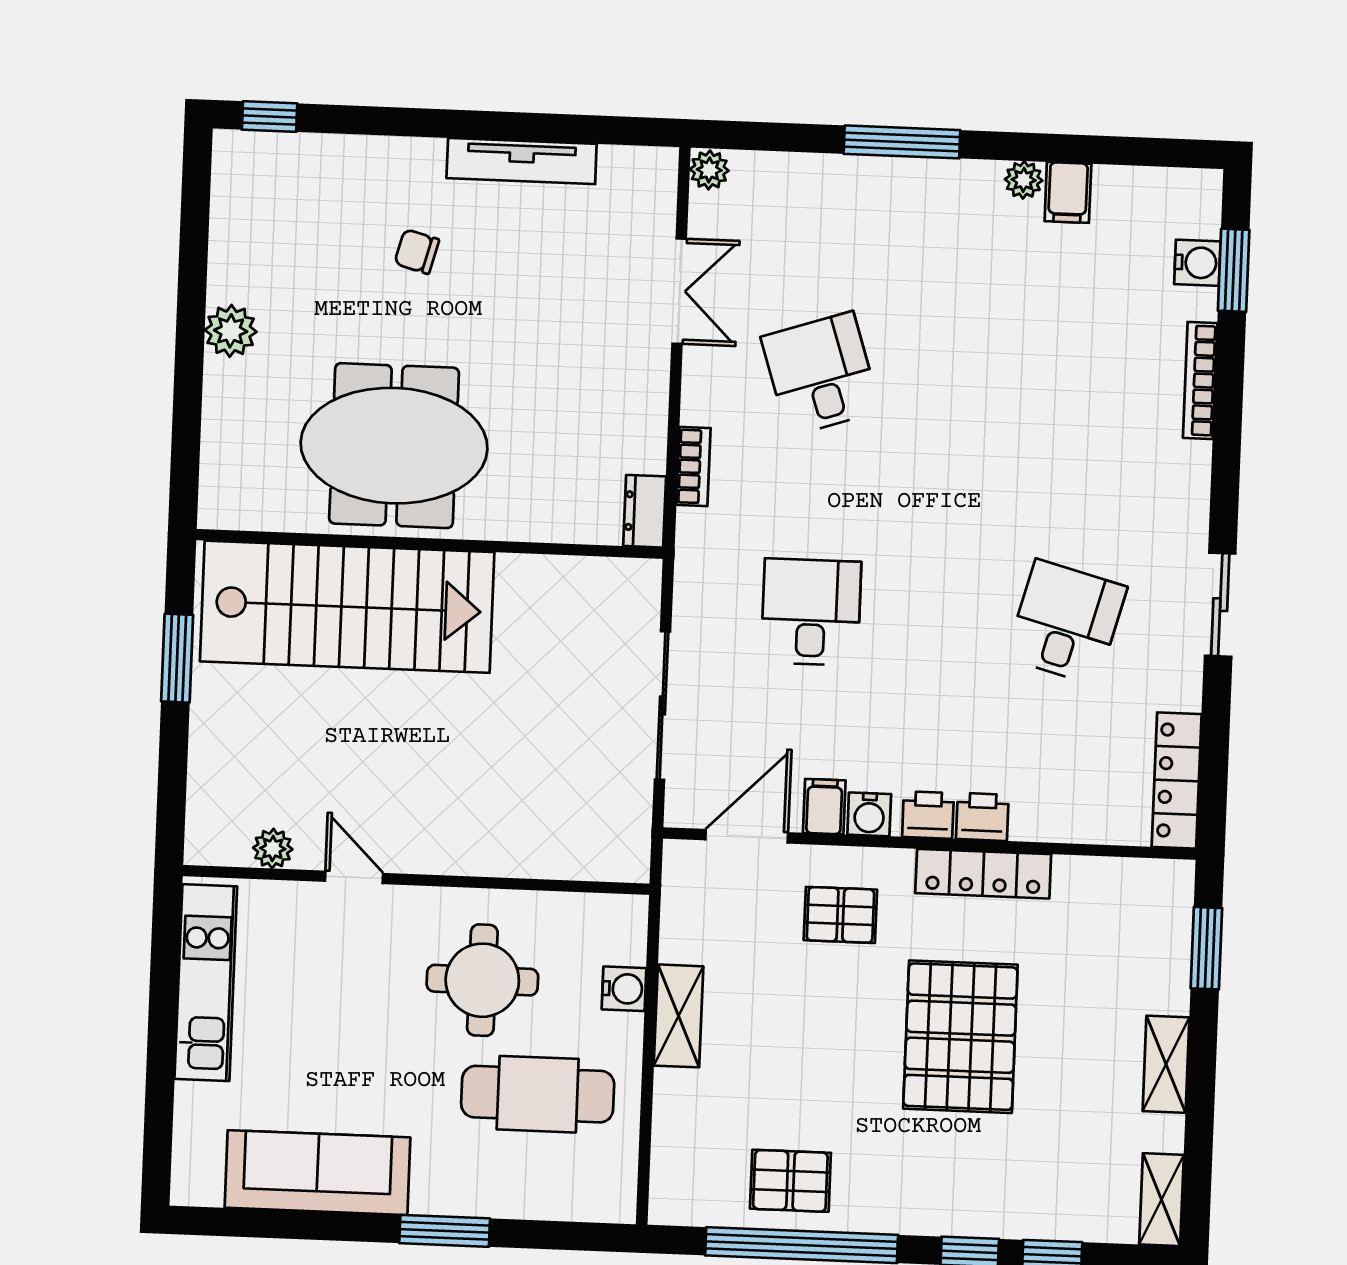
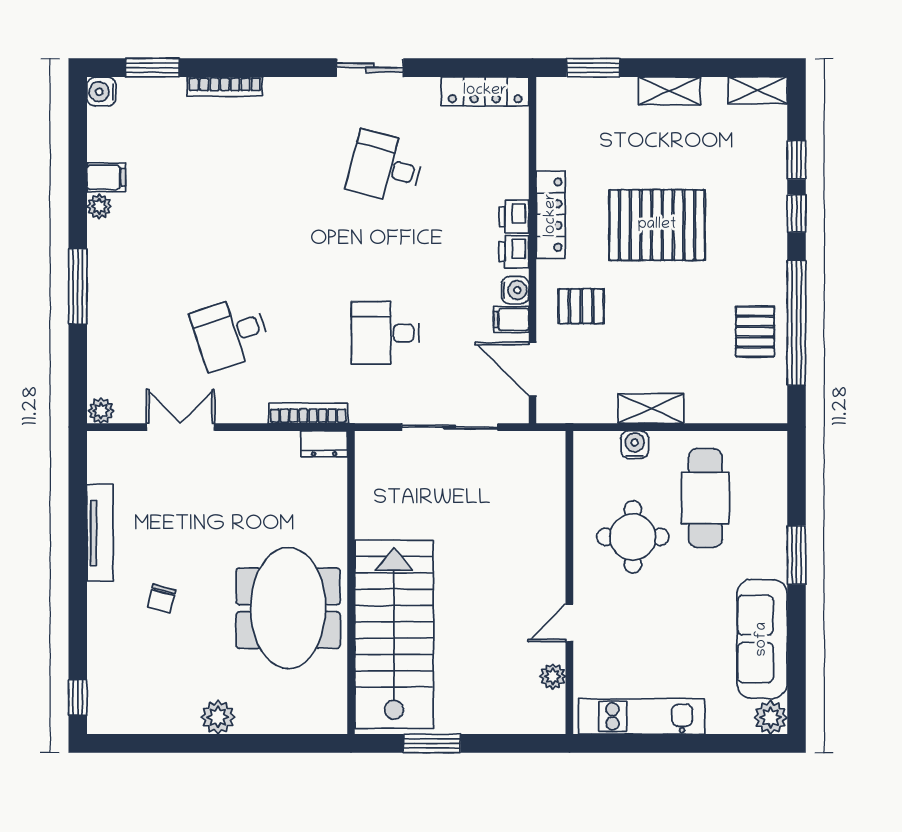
water cooler: (1197, 263) -> (101, 92), moved, turned -90
bookcase: (693, 467) -> (308, 413), width x1.56
pallet: (840, 915) -> (581, 306), turned 90
plant: (196, 1181) -> (771, 717), added

